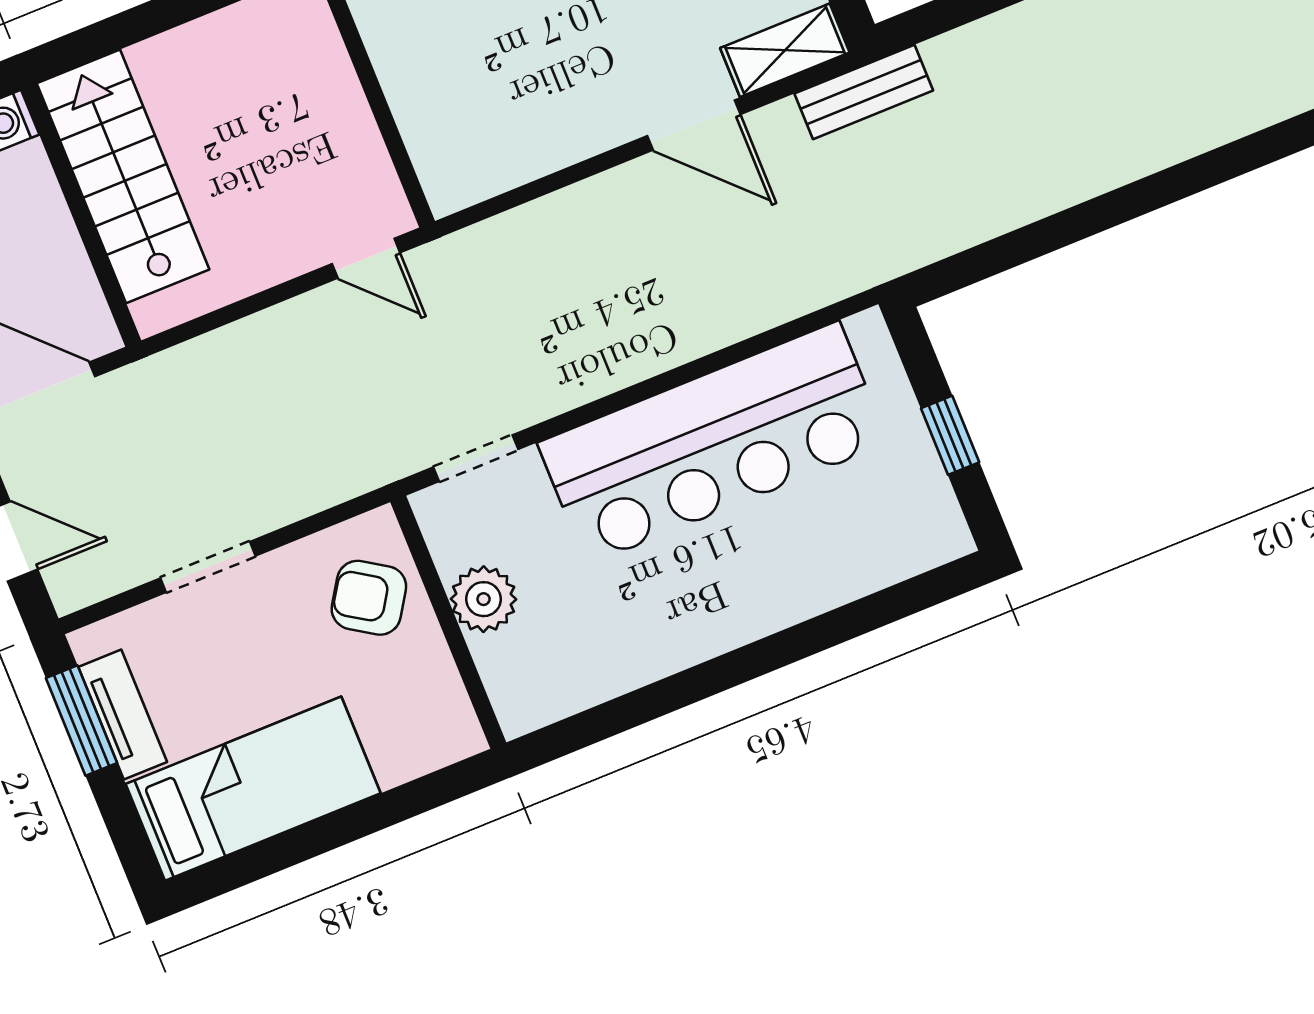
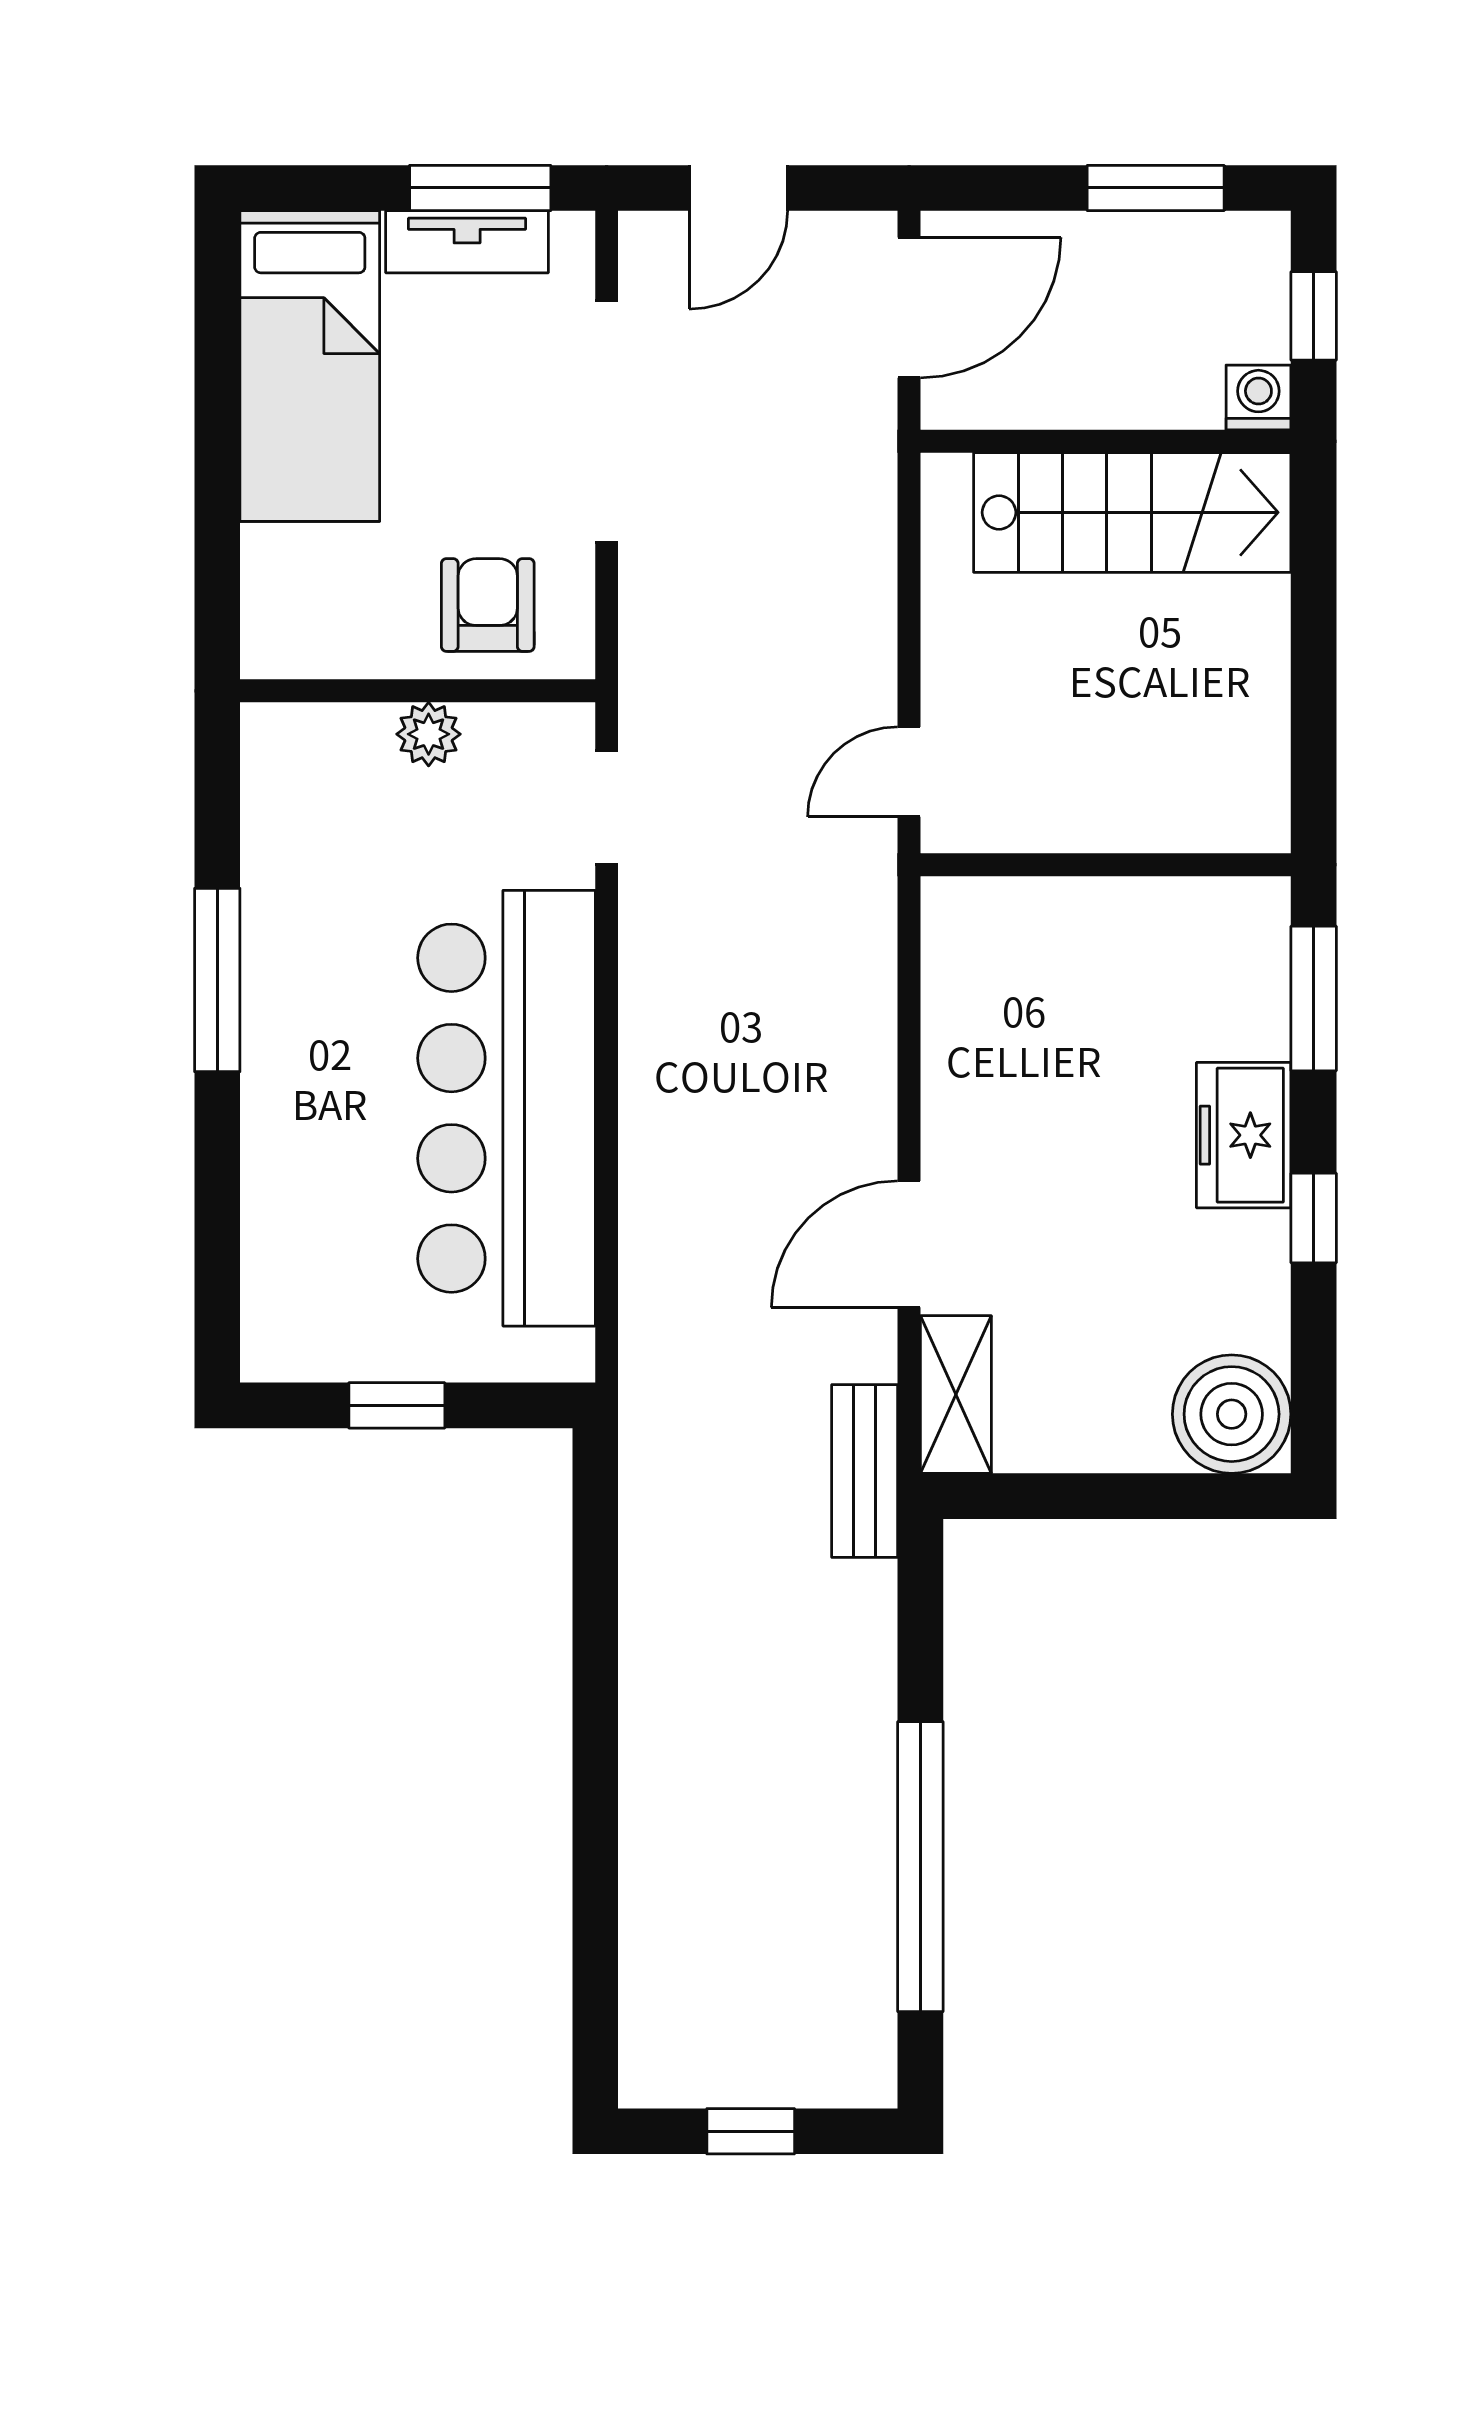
doorway: (208, 567) -> (607, 421), width x1.88
armchair: (369, 598) -> (488, 605), turned -33
plant: (484, 599) -> (429, 734), width x0.73, depth x0.73
window: (705, 680) -> (217, 980), added

